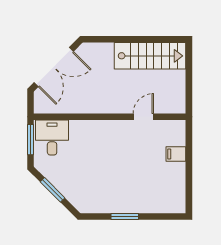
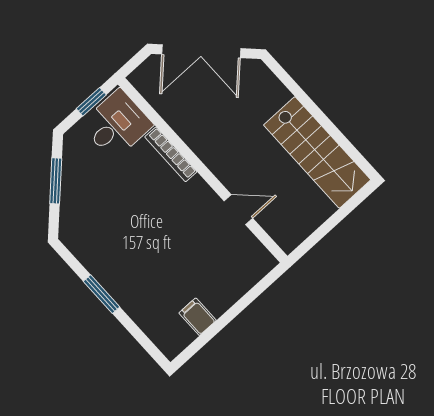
bookcase: (89, 125) -> (171, 154), added
window: (31, 140) -> (91, 102), width x0.67
filing cabinet: (176, 154) -> (198, 317), moved

